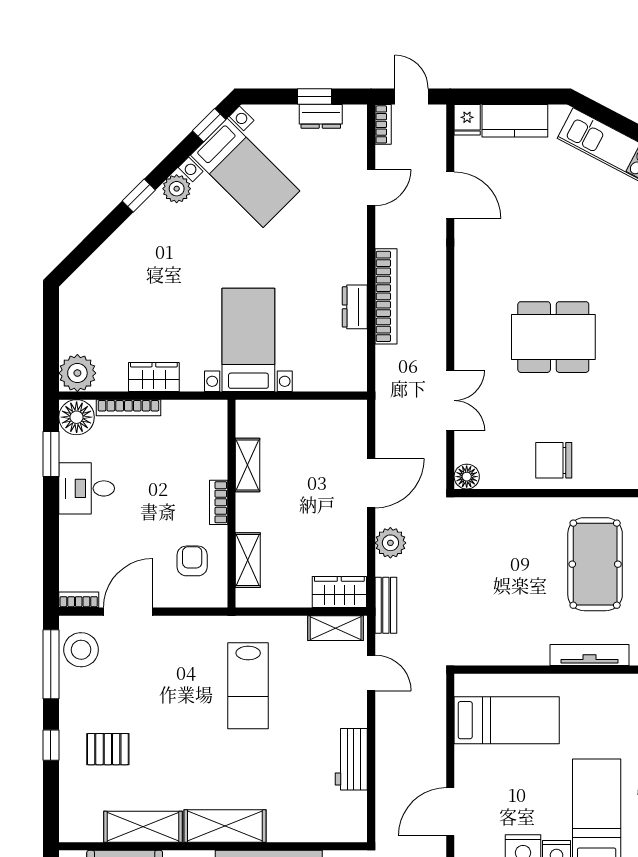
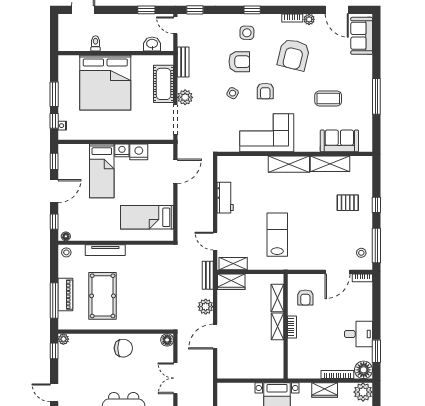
shelving: (248, 465) -> (277, 326), moved
stool: (81, 650) -> (361, 253), width x0.53, depth x0.53

